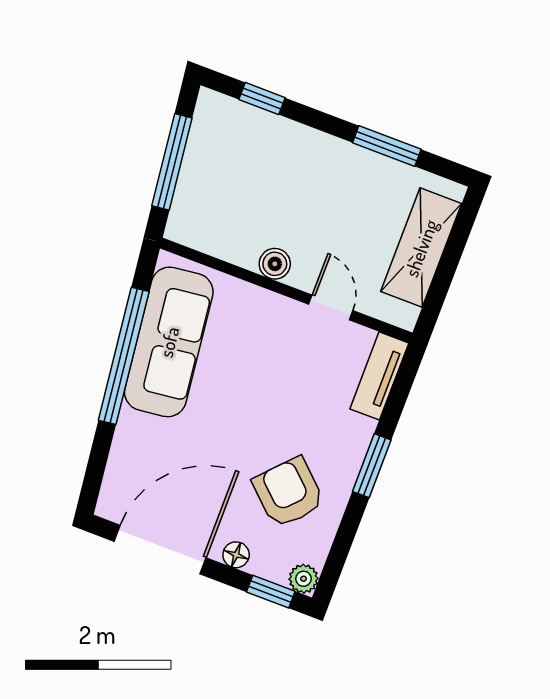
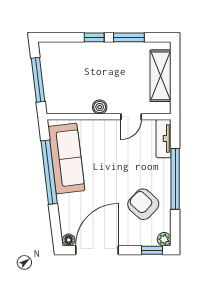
window: (262, 99) -> (94, 37), moved
door: (331, 307) -> (131, 117), swing flipped
window: (372, 466) -> (175, 179), width x2.11
floor lamp: (236, 555) -> (69, 240), moved

